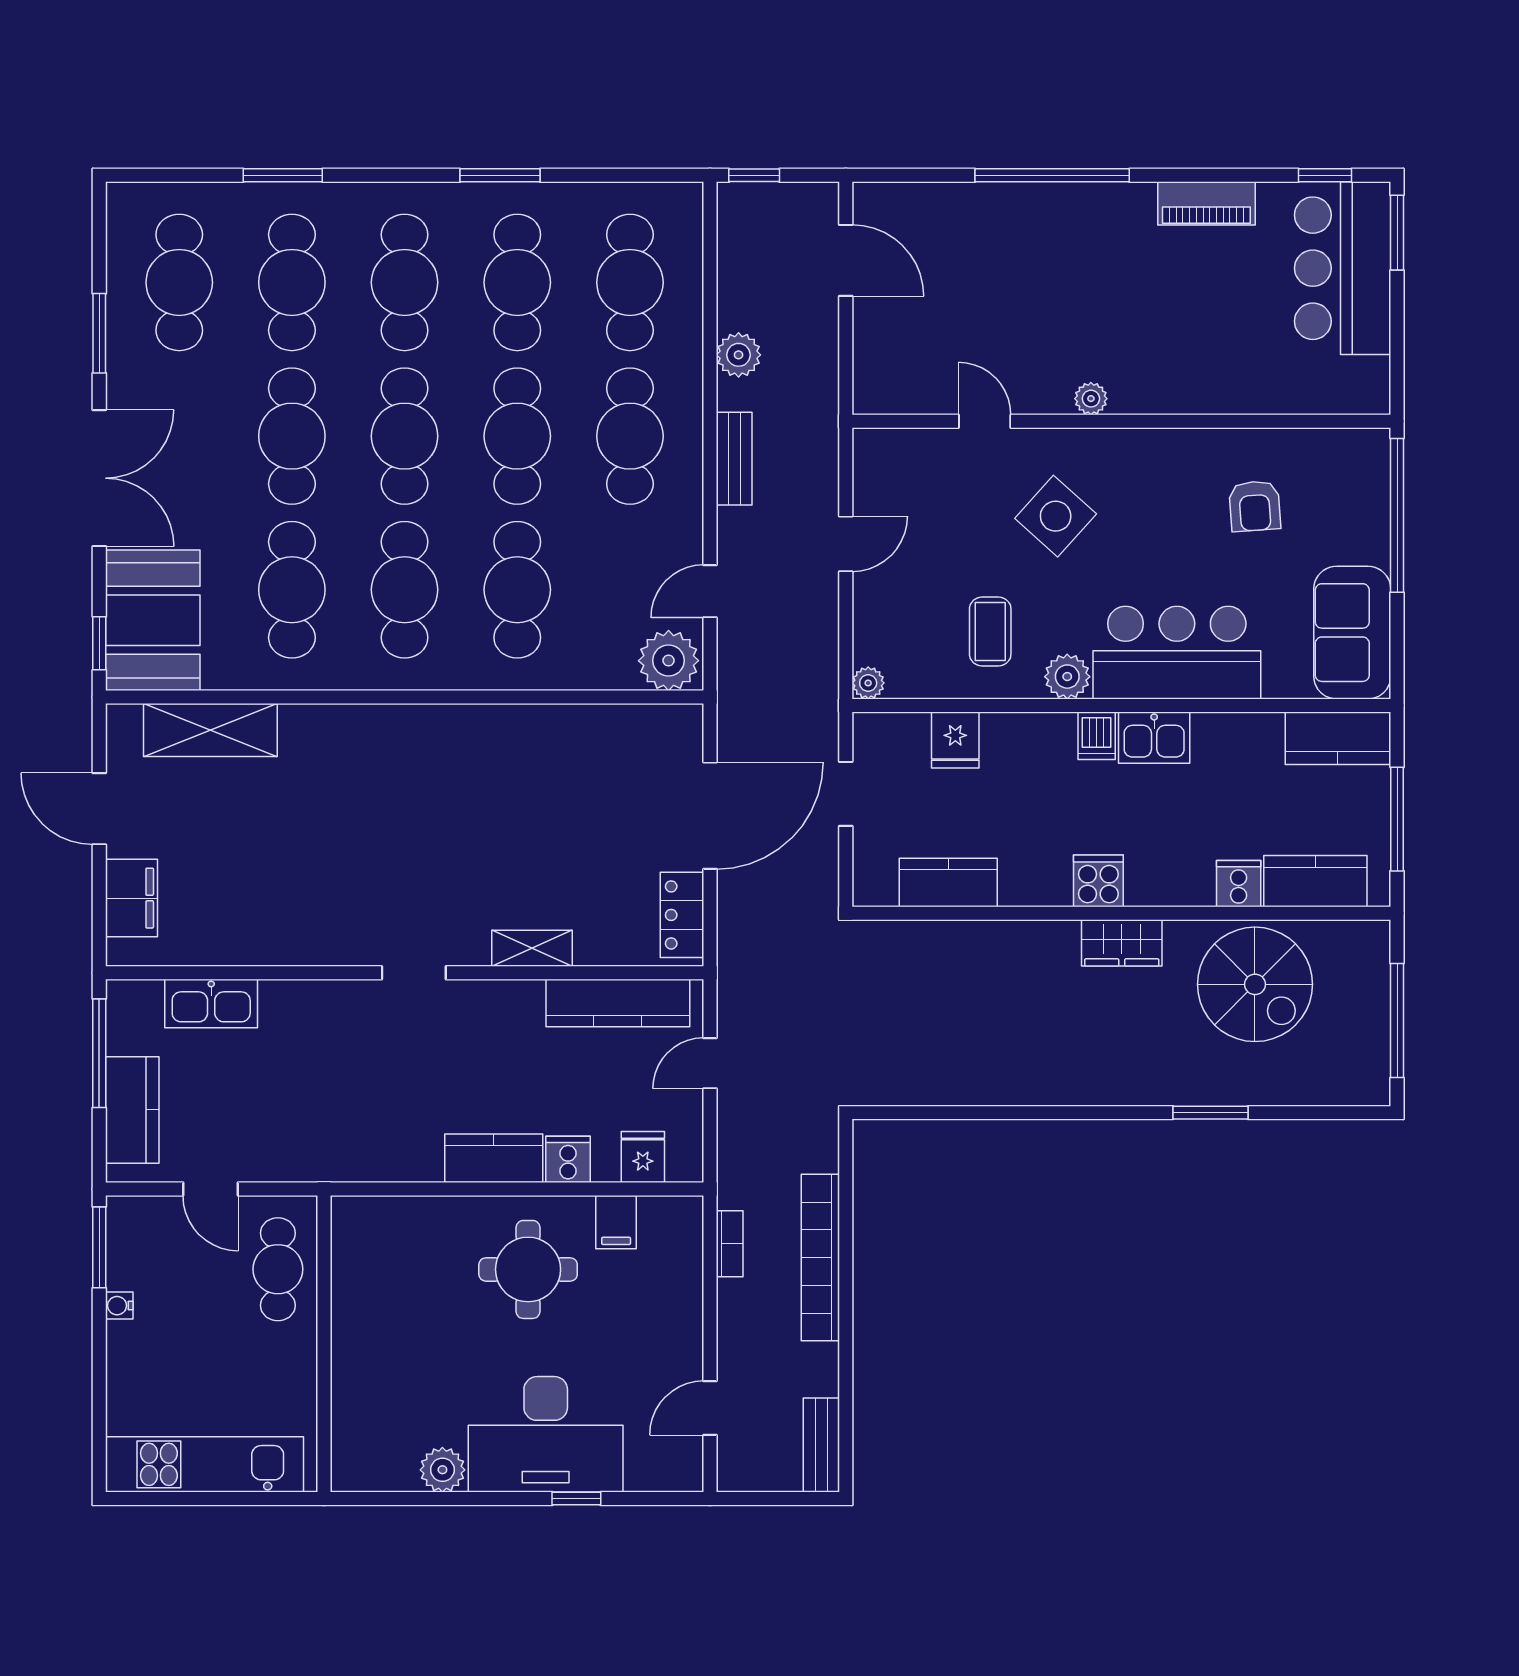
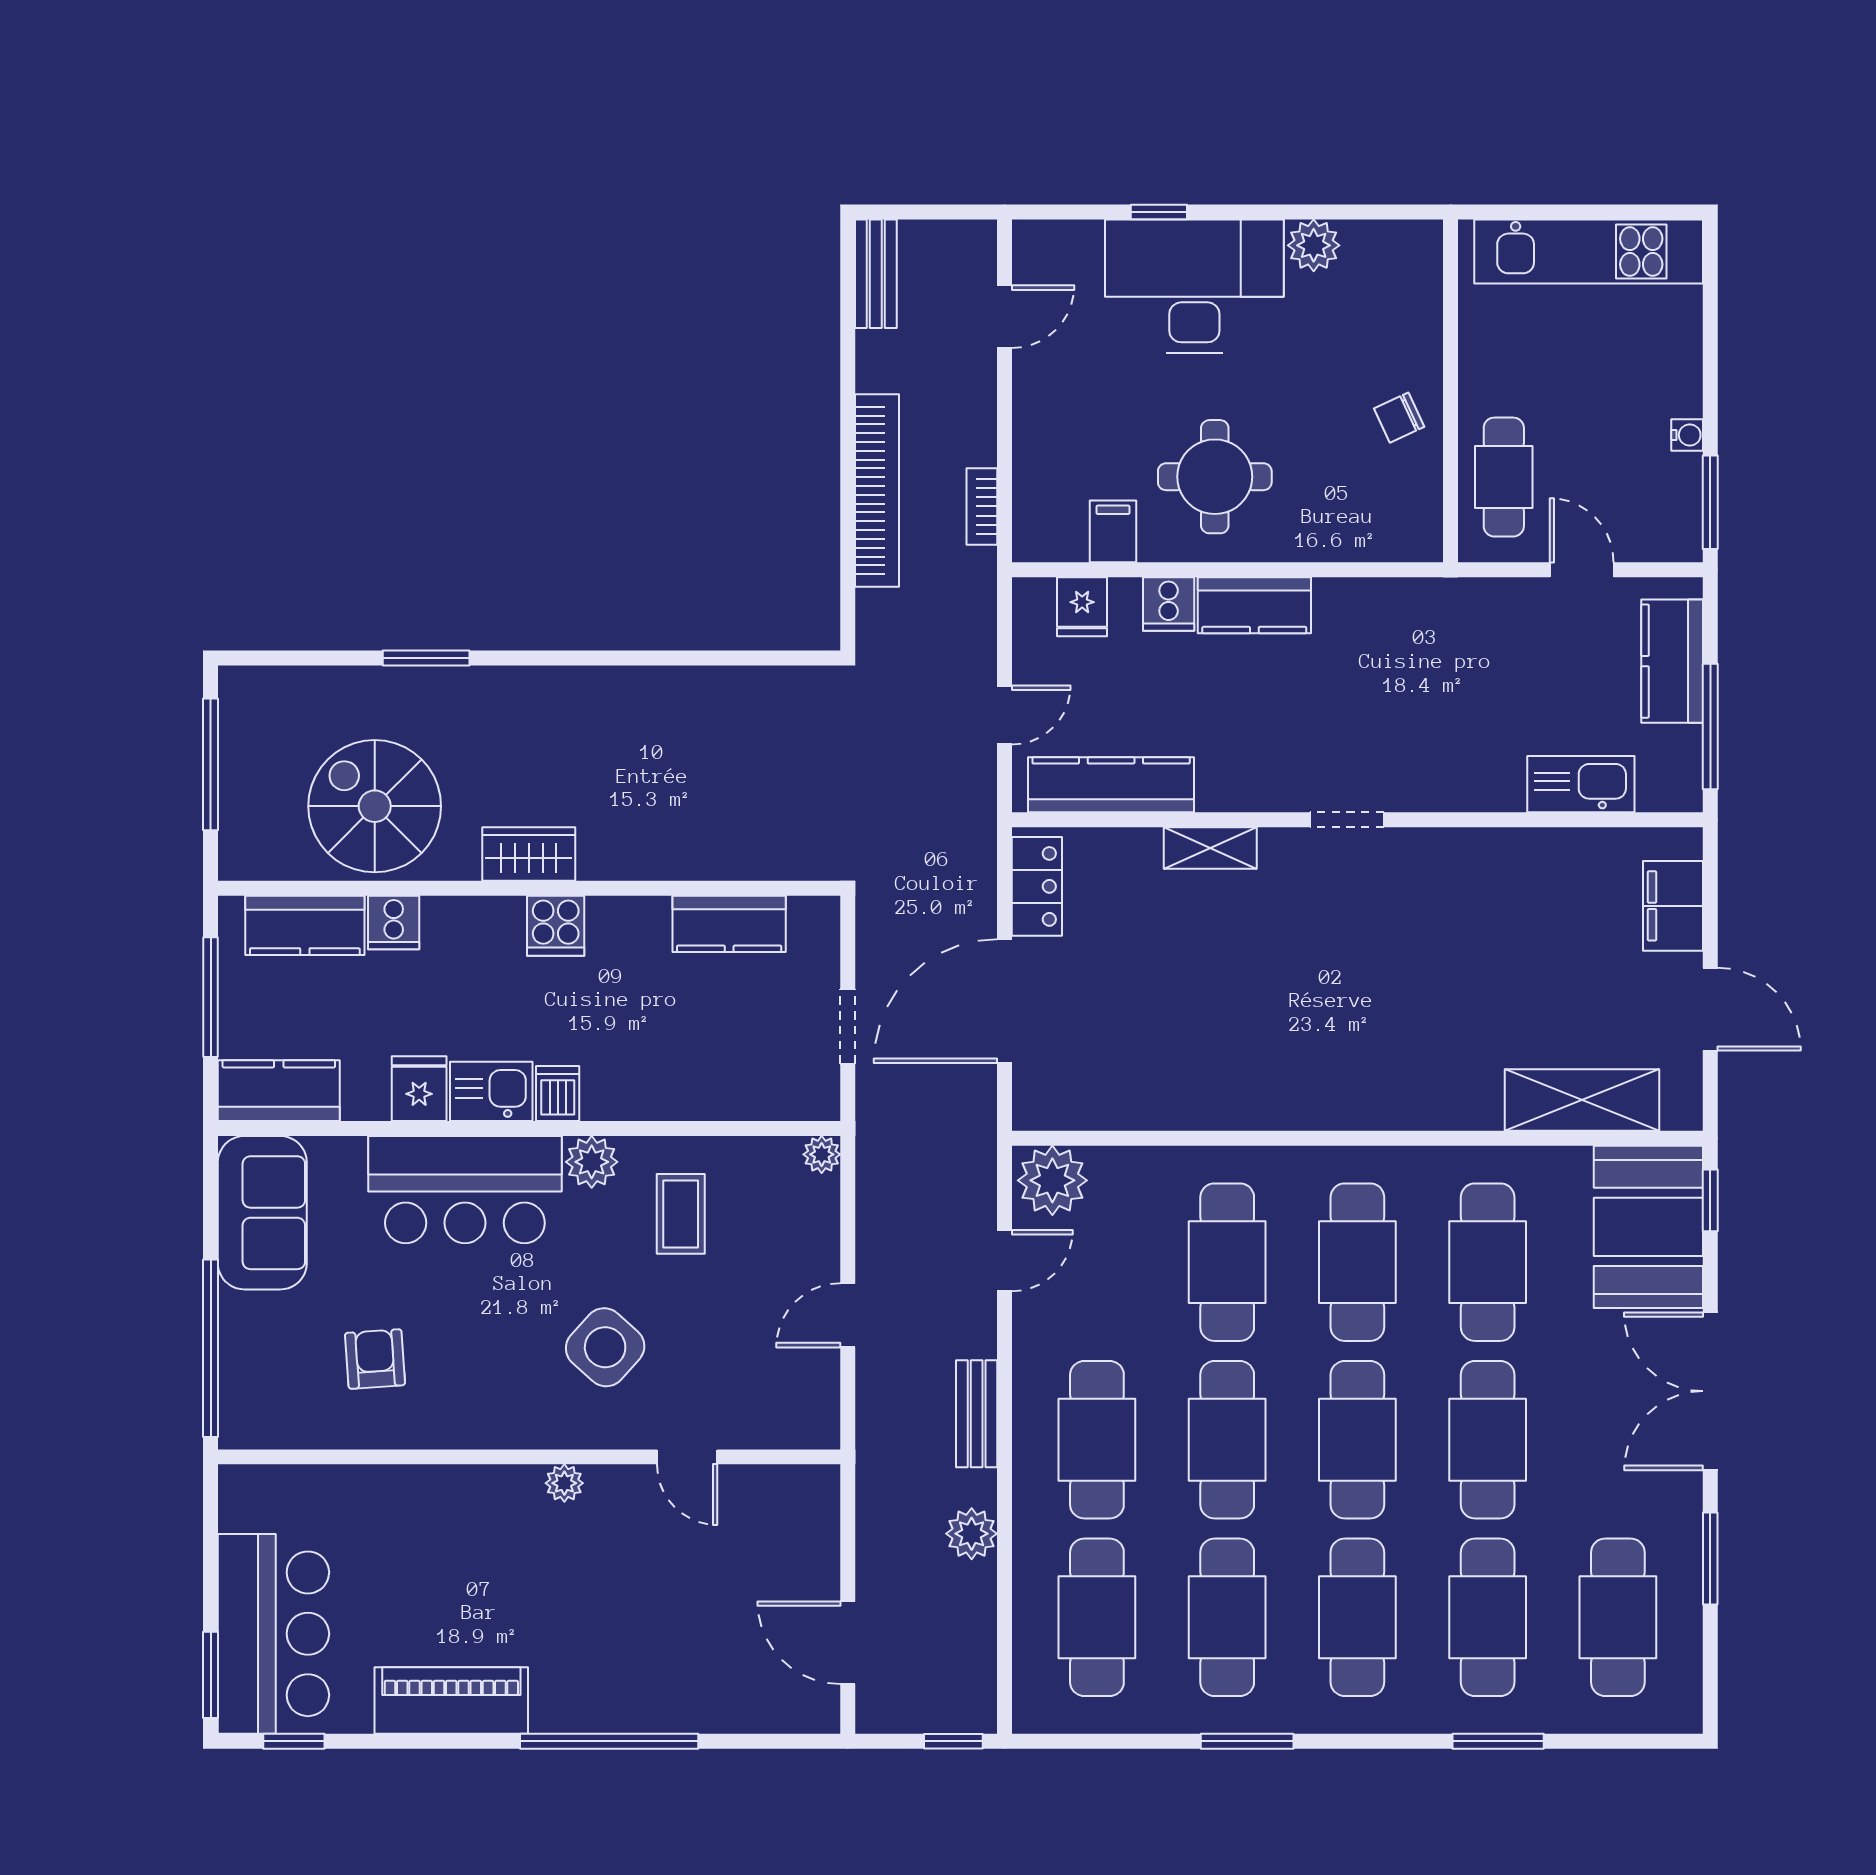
piano: (1206, 203) -> (451, 1701), width x1.37, depth x1.33
fridge: (955, 740) -> (419, 1089), moved
chair: (368, 1321) -> (1399, 418), added

